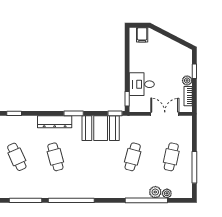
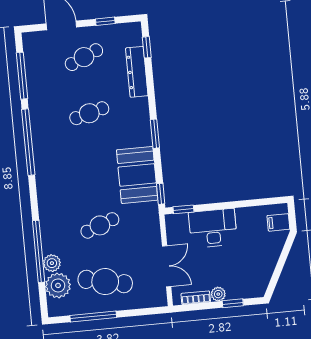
desk: (142, 84) -> (213, 228), width x1.37
dresser: (55, 122) -> (137, 72), moved
cafe table: (133, 157) -> (100, 225), turned -36
cafe table: (171, 157) -> (105, 282), width x1.37, depth x1.35
plant: (167, 193) -> (58, 285), width x1.87, depth x1.87

